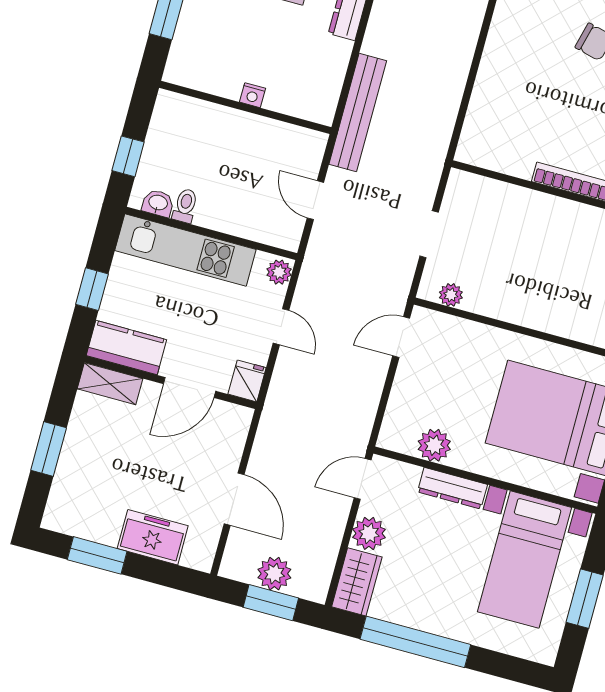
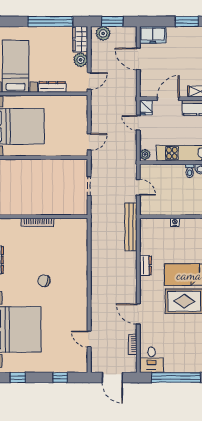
plant: (451, 295) -> (74, 164), removed
door: (281, 327) -> (138, 123), moved
plant: (434, 445) -> (64, 102), removed
freezer: (153, 537) -> (153, 35), moved
plant: (274, 574) -> (103, 33), moved

